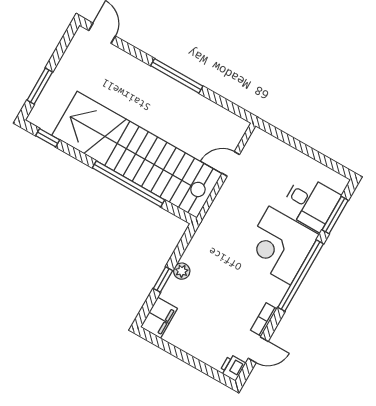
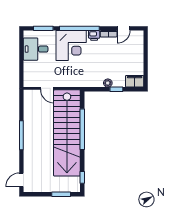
desk: (311, 203) -> (36, 49), moved, turned -90
door: (258, 350) -> (124, 28), swing flipped
printer: (233, 368) -> (94, 35), moved

